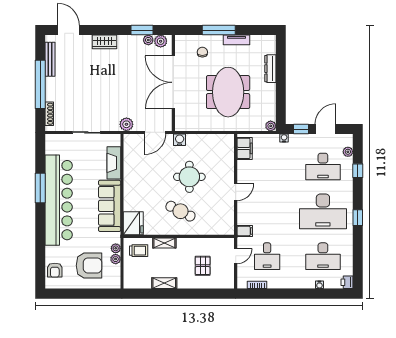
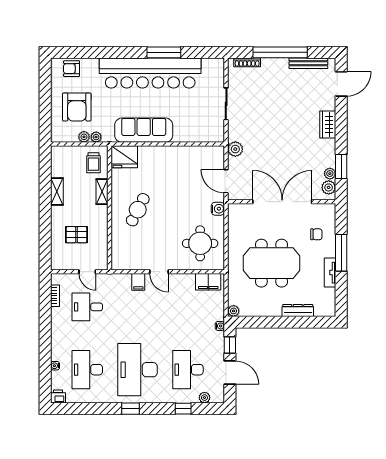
fireplace: (114, 163) -> (192, 135), removed
round table: (189, 177) -> (200, 243), moved
filing cabinet: (245, 231) -> (138, 282), moved

